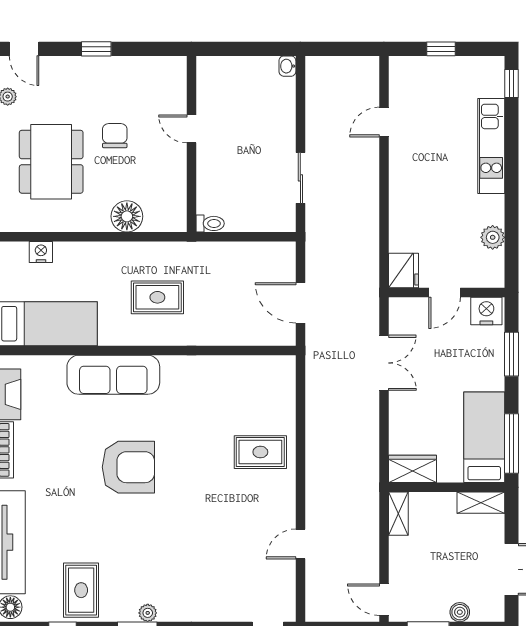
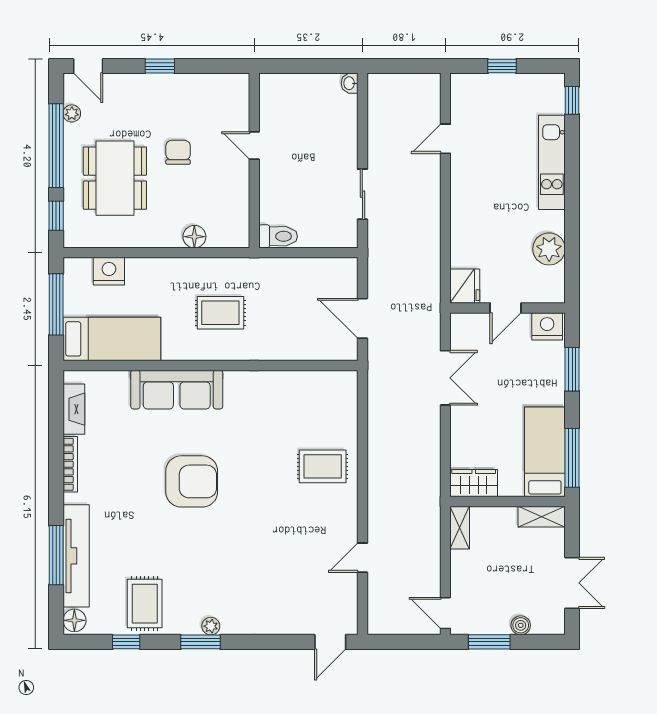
floor lamp: (127, 216) -> (194, 237), width x0.73, depth x0.73
toilet: (210, 223) -> (278, 236), width x1.37, depth x1.39
plant: (493, 237) -> (549, 249), width x1.36, depth x1.36
nightstand: (41, 252) -> (109, 271), width x1.36, depth x1.33

